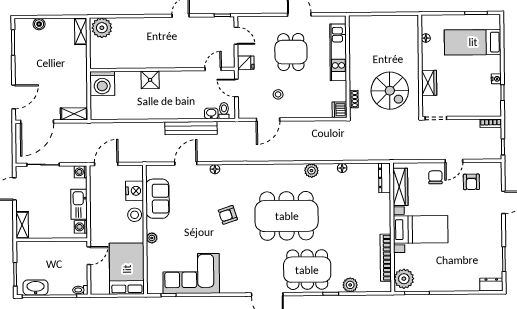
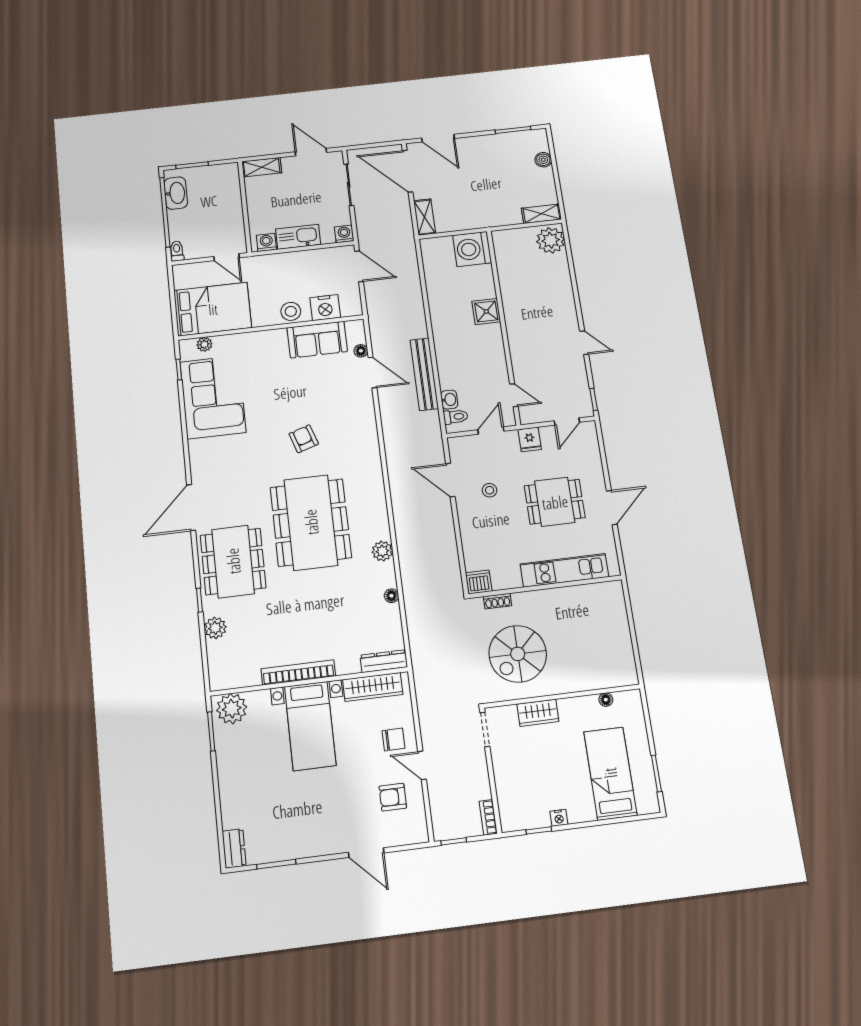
floor lamp: (215, 169) -> (361, 351), moved
plant: (152, 238) -> (204, 344), moved
bookcase: (386, 258) -> (298, 672), moved

